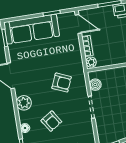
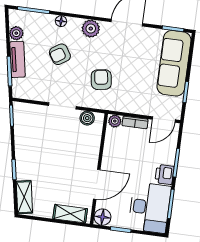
armchair: (62, 83) -> (101, 80), turned 148

